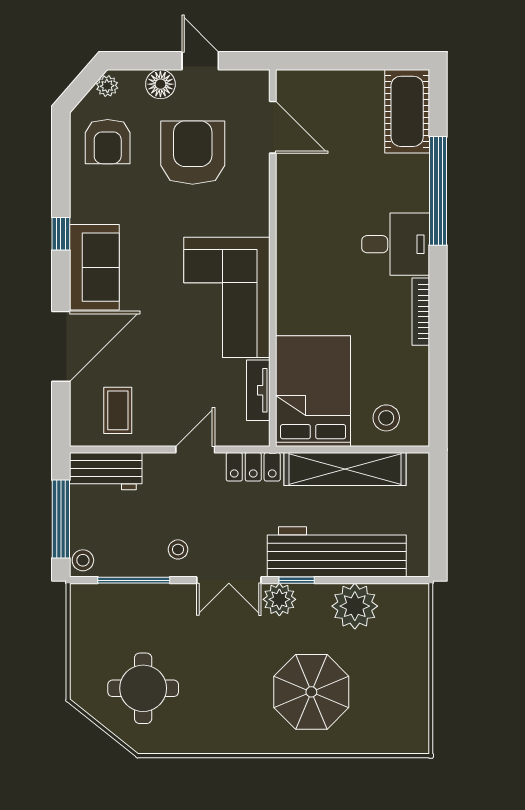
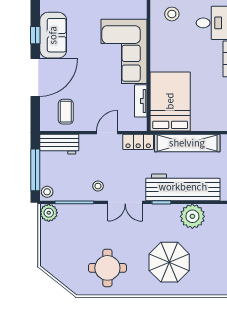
window: (61, 234) -> (35, 35), moved
stool: (386, 418) -> (172, 14), moved
plant: (279, 599) -> (49, 213), moved
round table: (143, 688) -> (107, 268), moved

